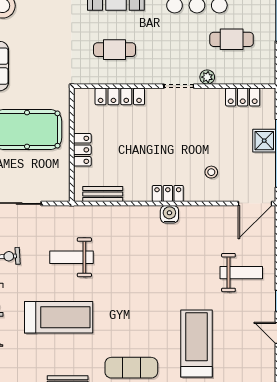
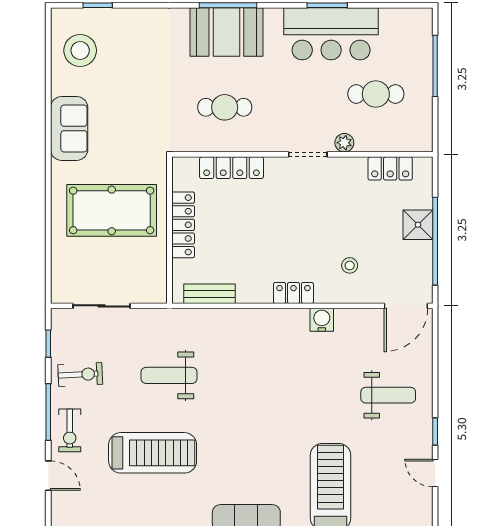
locker: (82, 150) -> (183, 225), width x1.53
water cooler: (169, 214) -> (322, 320), moved

